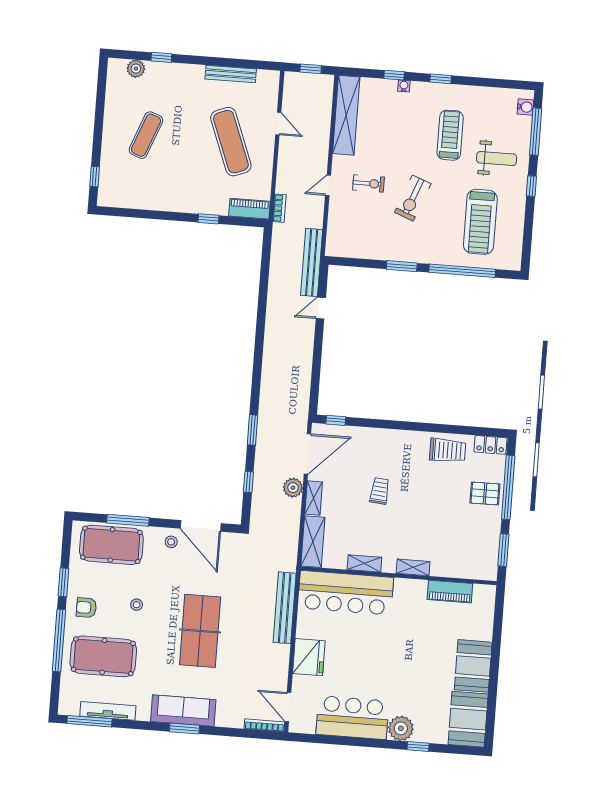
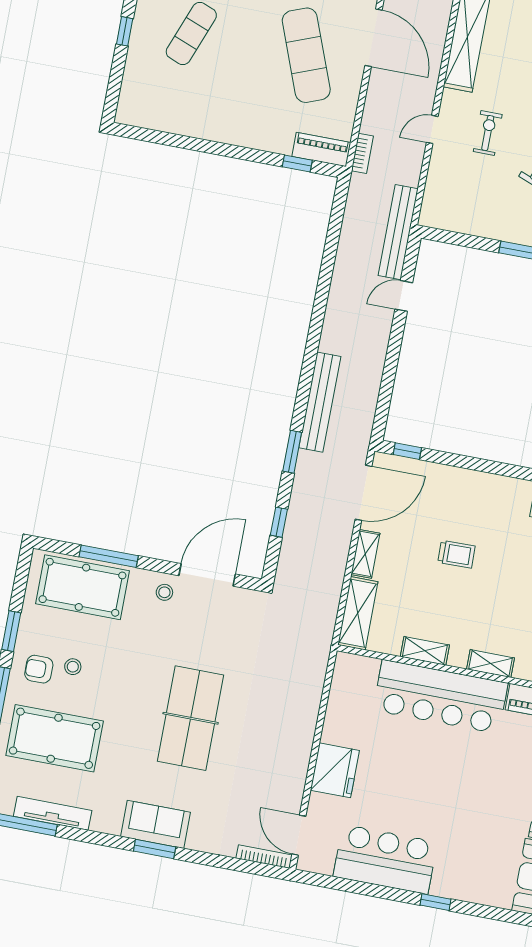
door: (278, 124) -> (374, 38), width x1.88
window: (95, 177) -> (125, 31), moved
exercise bike: (369, 183) -> (488, 133), turned -90
window: (208, 219) -> (297, 163), moved
plant: (293, 488) -> (339, 537), removed
trolley: (380, 491) -> (456, 554), turned 84
door: (201, 526) -> (207, 575), swing flipped
bar counter: (346, 593) -> (440, 697), moved
stool: (137, 605) -> (73, 667), moved
bench: (285, 608) -> (320, 402), moved
sofa: (183, 711) -> (155, 824), width x0.73
plant: (401, 728) -> (450, 881), removed
window: (418, 747) -> (436, 902), moved

